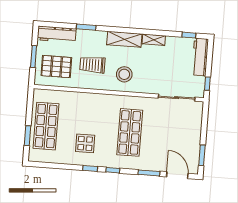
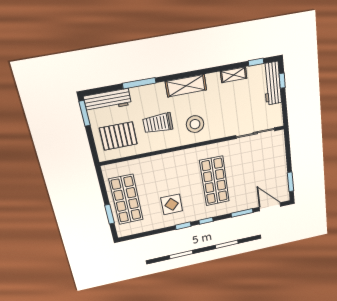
window: (86, 27) -> (139, 83), width x1.44
shelving: (154, 40) -> (234, 75), moved
window: (34, 57) -> (85, 113), moved
window: (207, 84) -> (282, 81), moved

